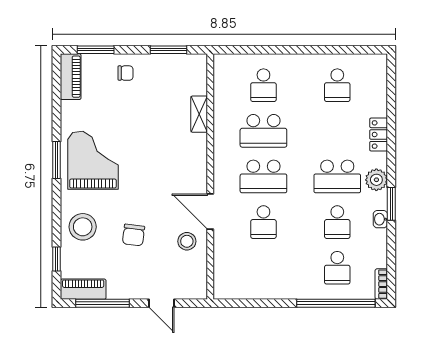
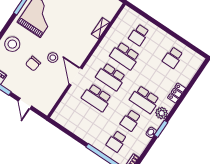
school desk: (263, 222) -> (97, 98), width x1.85
stool: (187, 241) -> (53, 58), moved

